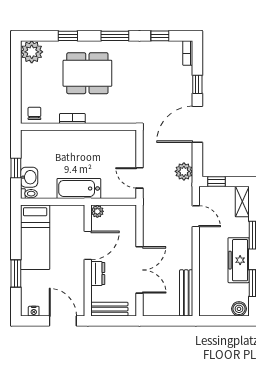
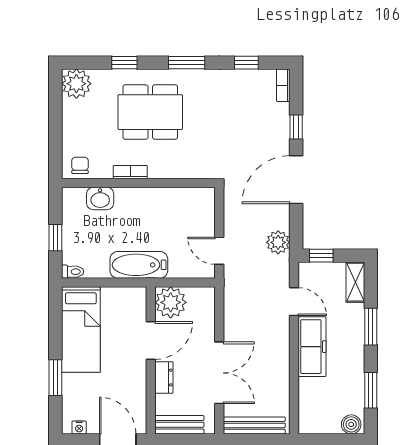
washbasin: (29, 177) -> (100, 198), moved, turned 90
plant: (97, 211) -> (171, 302), width x1.88, depth x1.88
freezer: (239, 260) -> (312, 347), moved, turned 180
bench: (186, 293) -> (254, 425), moved, turned 90

